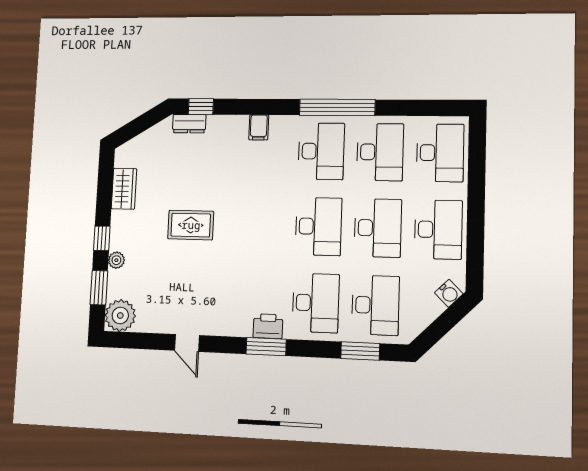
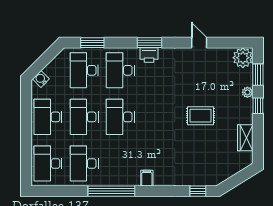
dresser: (189, 124) -> (205, 180), removed
filing cabinet: (259, 127) -> (147, 178), moved
desk: (321, 151) -> (120, 163), removed

